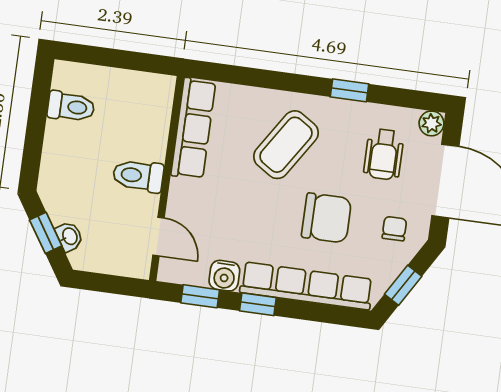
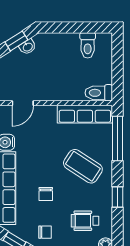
window: (245, 76) -> (117, 138), added
toilet: (138, 176) -> (99, 93), moved, turned -90
chair: (326, 218) -> (46, 194), width x0.54, depth x0.54
washbasin: (69, 237) -> (28, 47), moved

